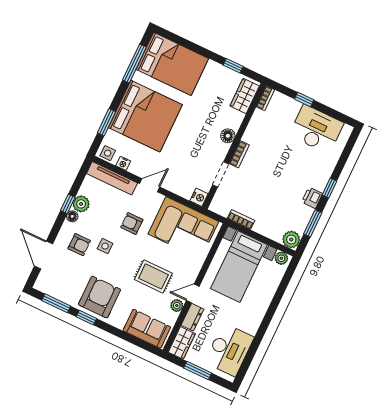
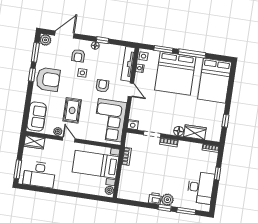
window: (134, 64) -> (192, 54), moved
wardrobe: (245, 96) -> (195, 132), moved
plant: (81, 204) -> (45, 40), moved
window: (313, 223) -> (186, 211), moved
plant: (291, 239) -> (167, 200), moved
dresser: (192, 317) -> (53, 144), removed
window: (198, 371) -> (18, 169), moved

